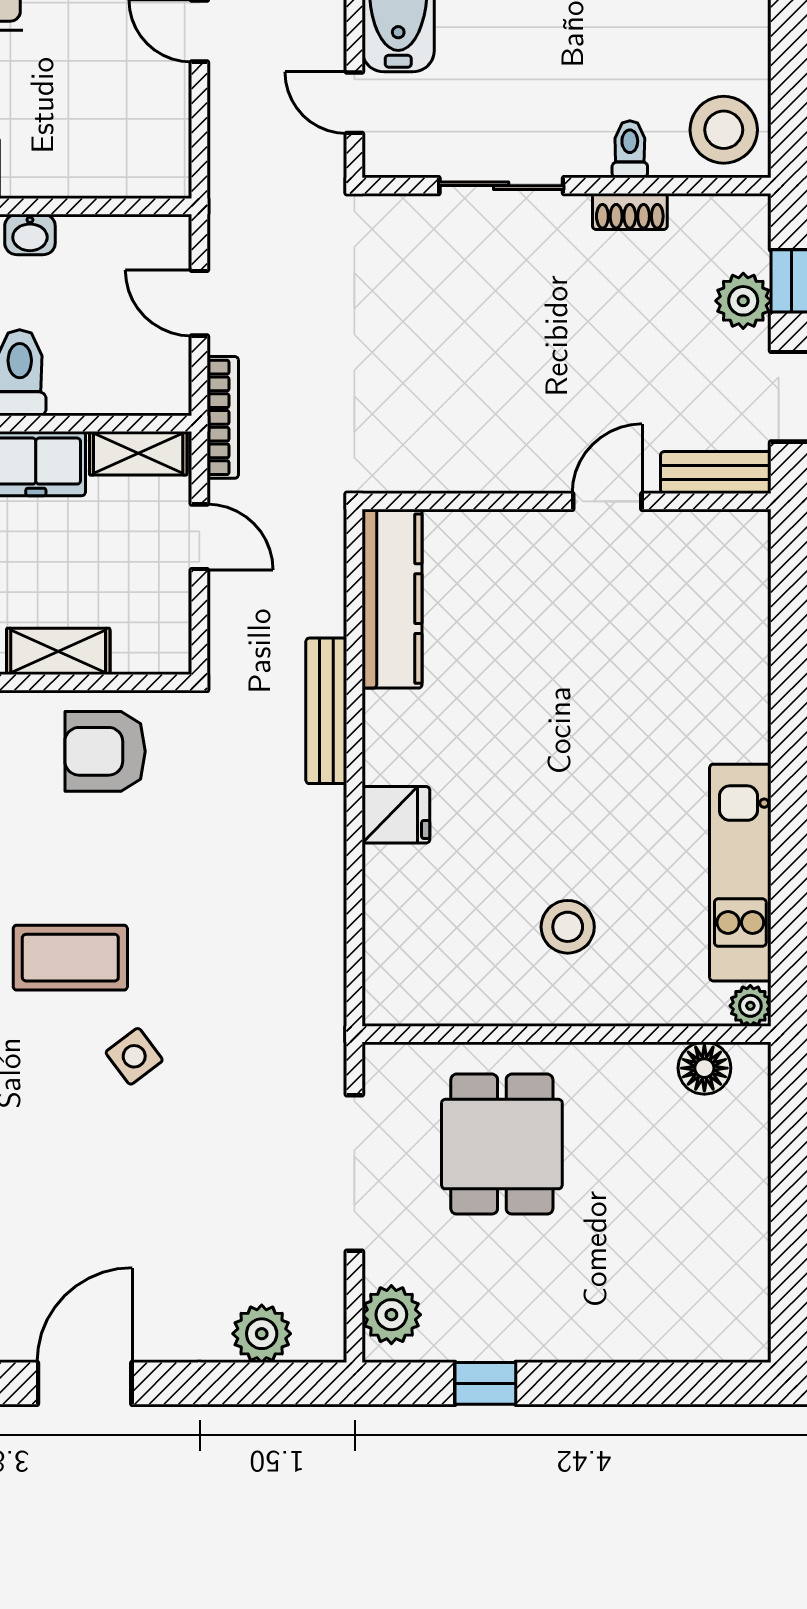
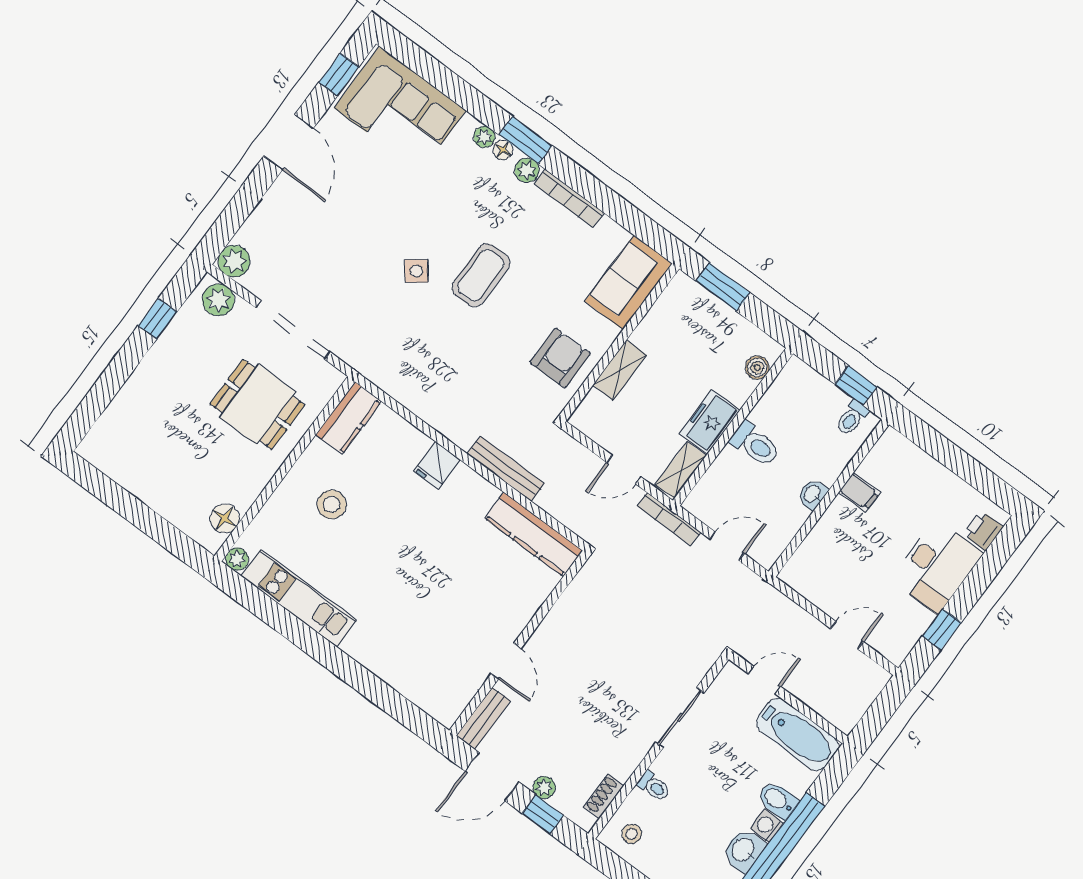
stool: (724, 130) -> (632, 834), width x0.53, depth x0.53
shoe rack: (630, 212) -> (604, 796), moved
plant: (743, 301) -> (544, 787), width x0.73, depth x0.73
kitchen counter: (423, 996) -> (349, 418), added
plant: (262, 1334) -> (234, 261), moved

